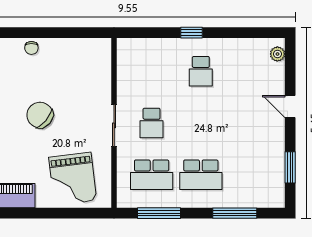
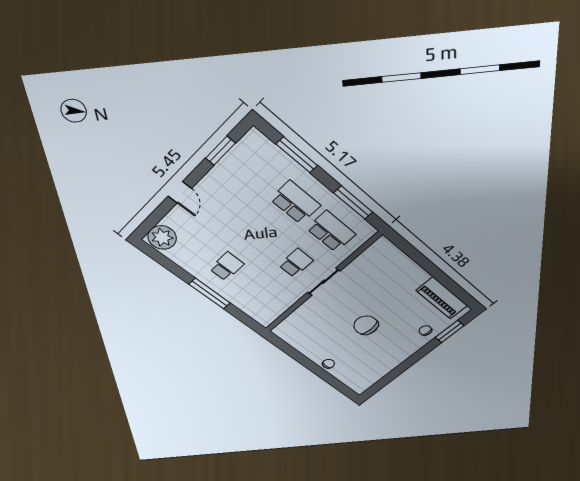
window: (192, 33) -> (210, 294), width x2.17
plant: (277, 54) -> (162, 237), width x1.87, depth x1.87
chair: (40, 115) -> (366, 325), turned 140
grand piano: (73, 179) -> (388, 273), removed

